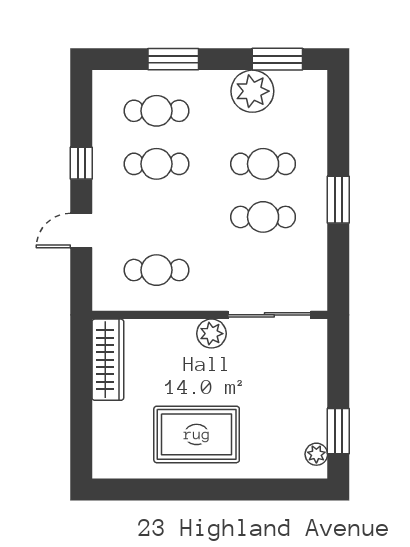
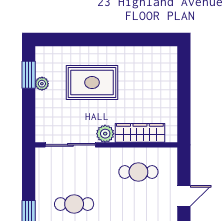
wardrobe: (108, 360) -> (140, 133), moved, turned 90
rug: (197, 434) -> (92, 83), moved
plant: (316, 454) -> (42, 84), moved

